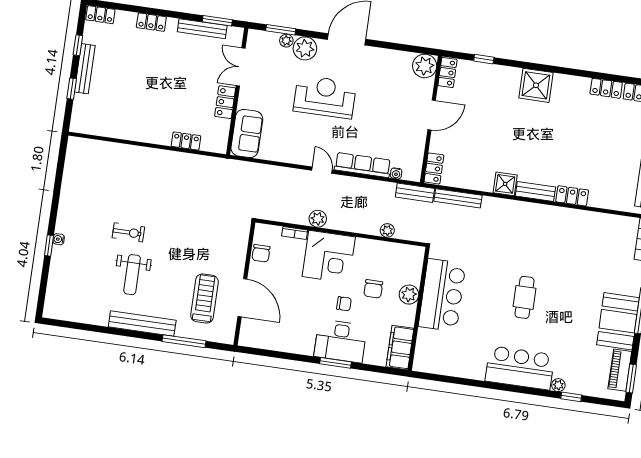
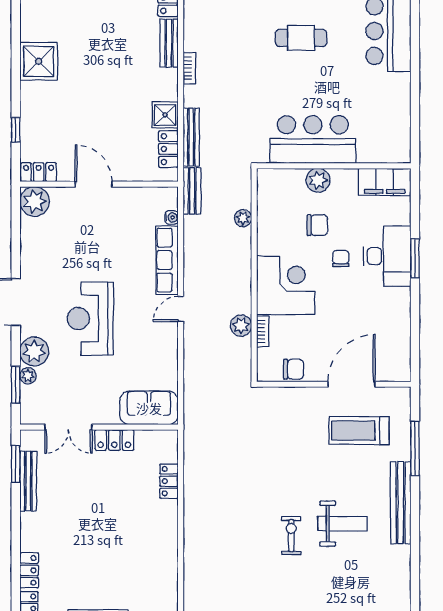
locker: (151, 22) -> (29, 570), moved
locker: (434, 168) -> (168, 149), moved, turned -90
shower: (505, 184) -> (165, 115), moved
bookcase: (513, 205) -> (189, 68), added
plant: (318, 219) -> (241, 326), moved

